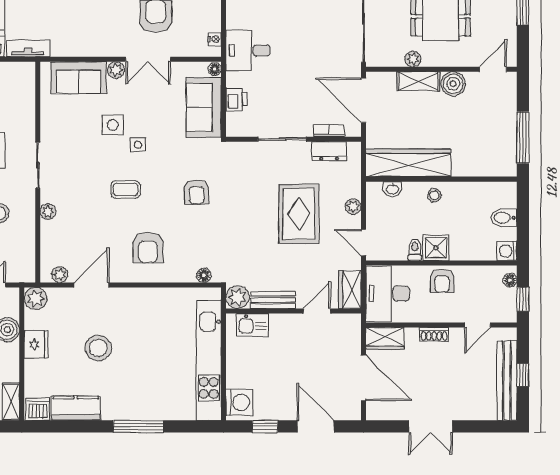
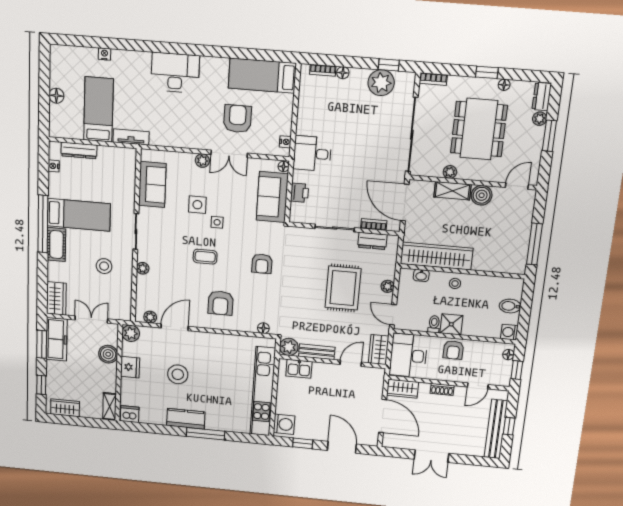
sofa: (78, 78) -> (152, 184), moved, turned -90
kitchen counter: (76, 408) -> (186, 419), moved

